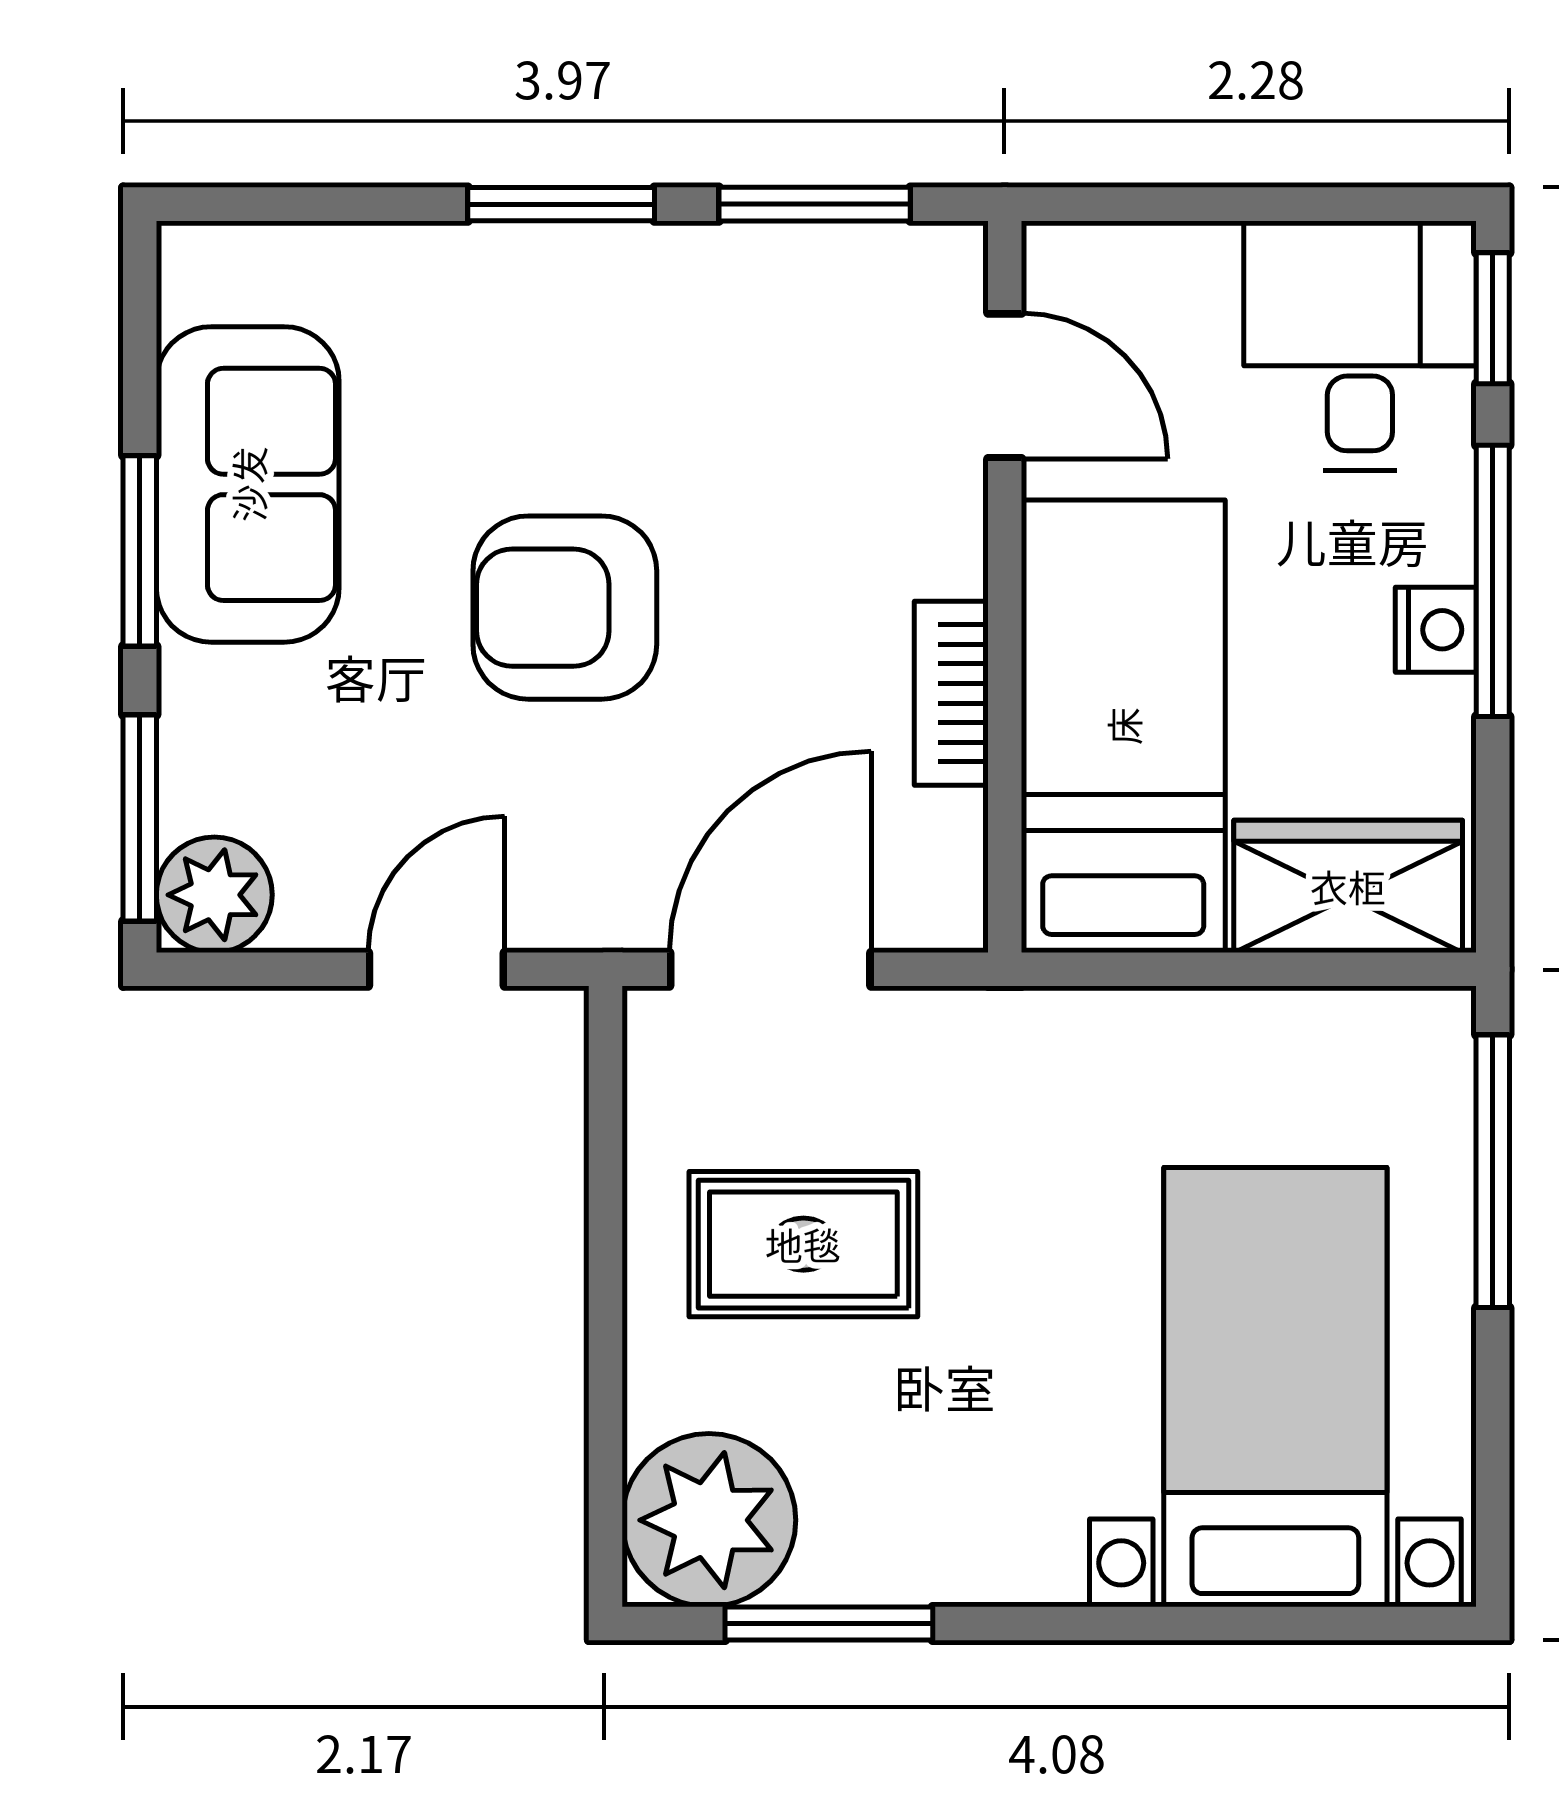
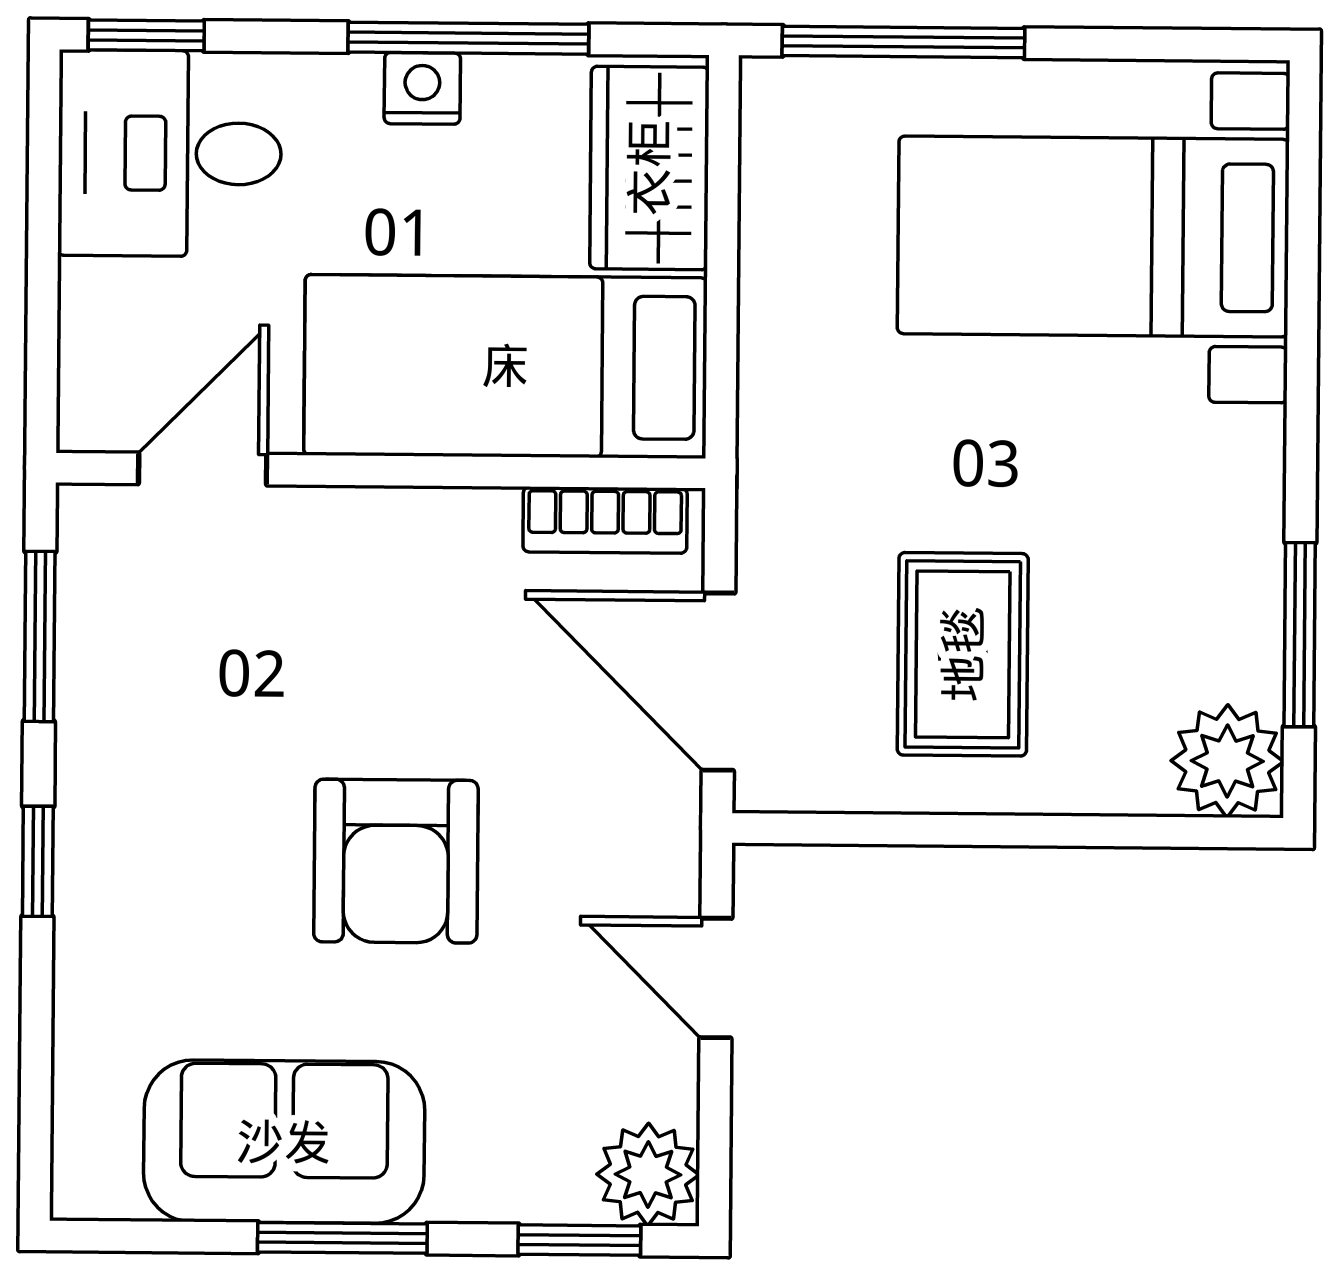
window: (561, 204) -> (38, 861), width x0.67
window: (1493, 581) -> (468, 38), moved
bookcase: (951, 693) -> (605, 520), moved
window: (140, 818) -> (579, 1240), width x0.67
plant: (709, 1520) -> (1227, 761), width x0.73, depth x0.73

